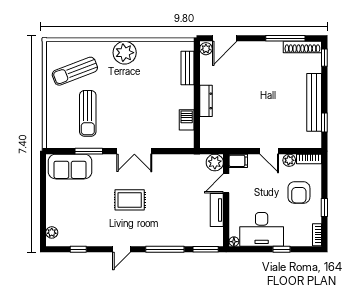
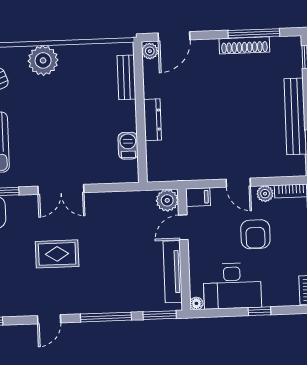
shoe rack: (302, 47) -> (244, 45), moved
armchair: (299, 193) -> (255, 234), moved
tv unit: (217, 210) -> (173, 272), width x1.41

